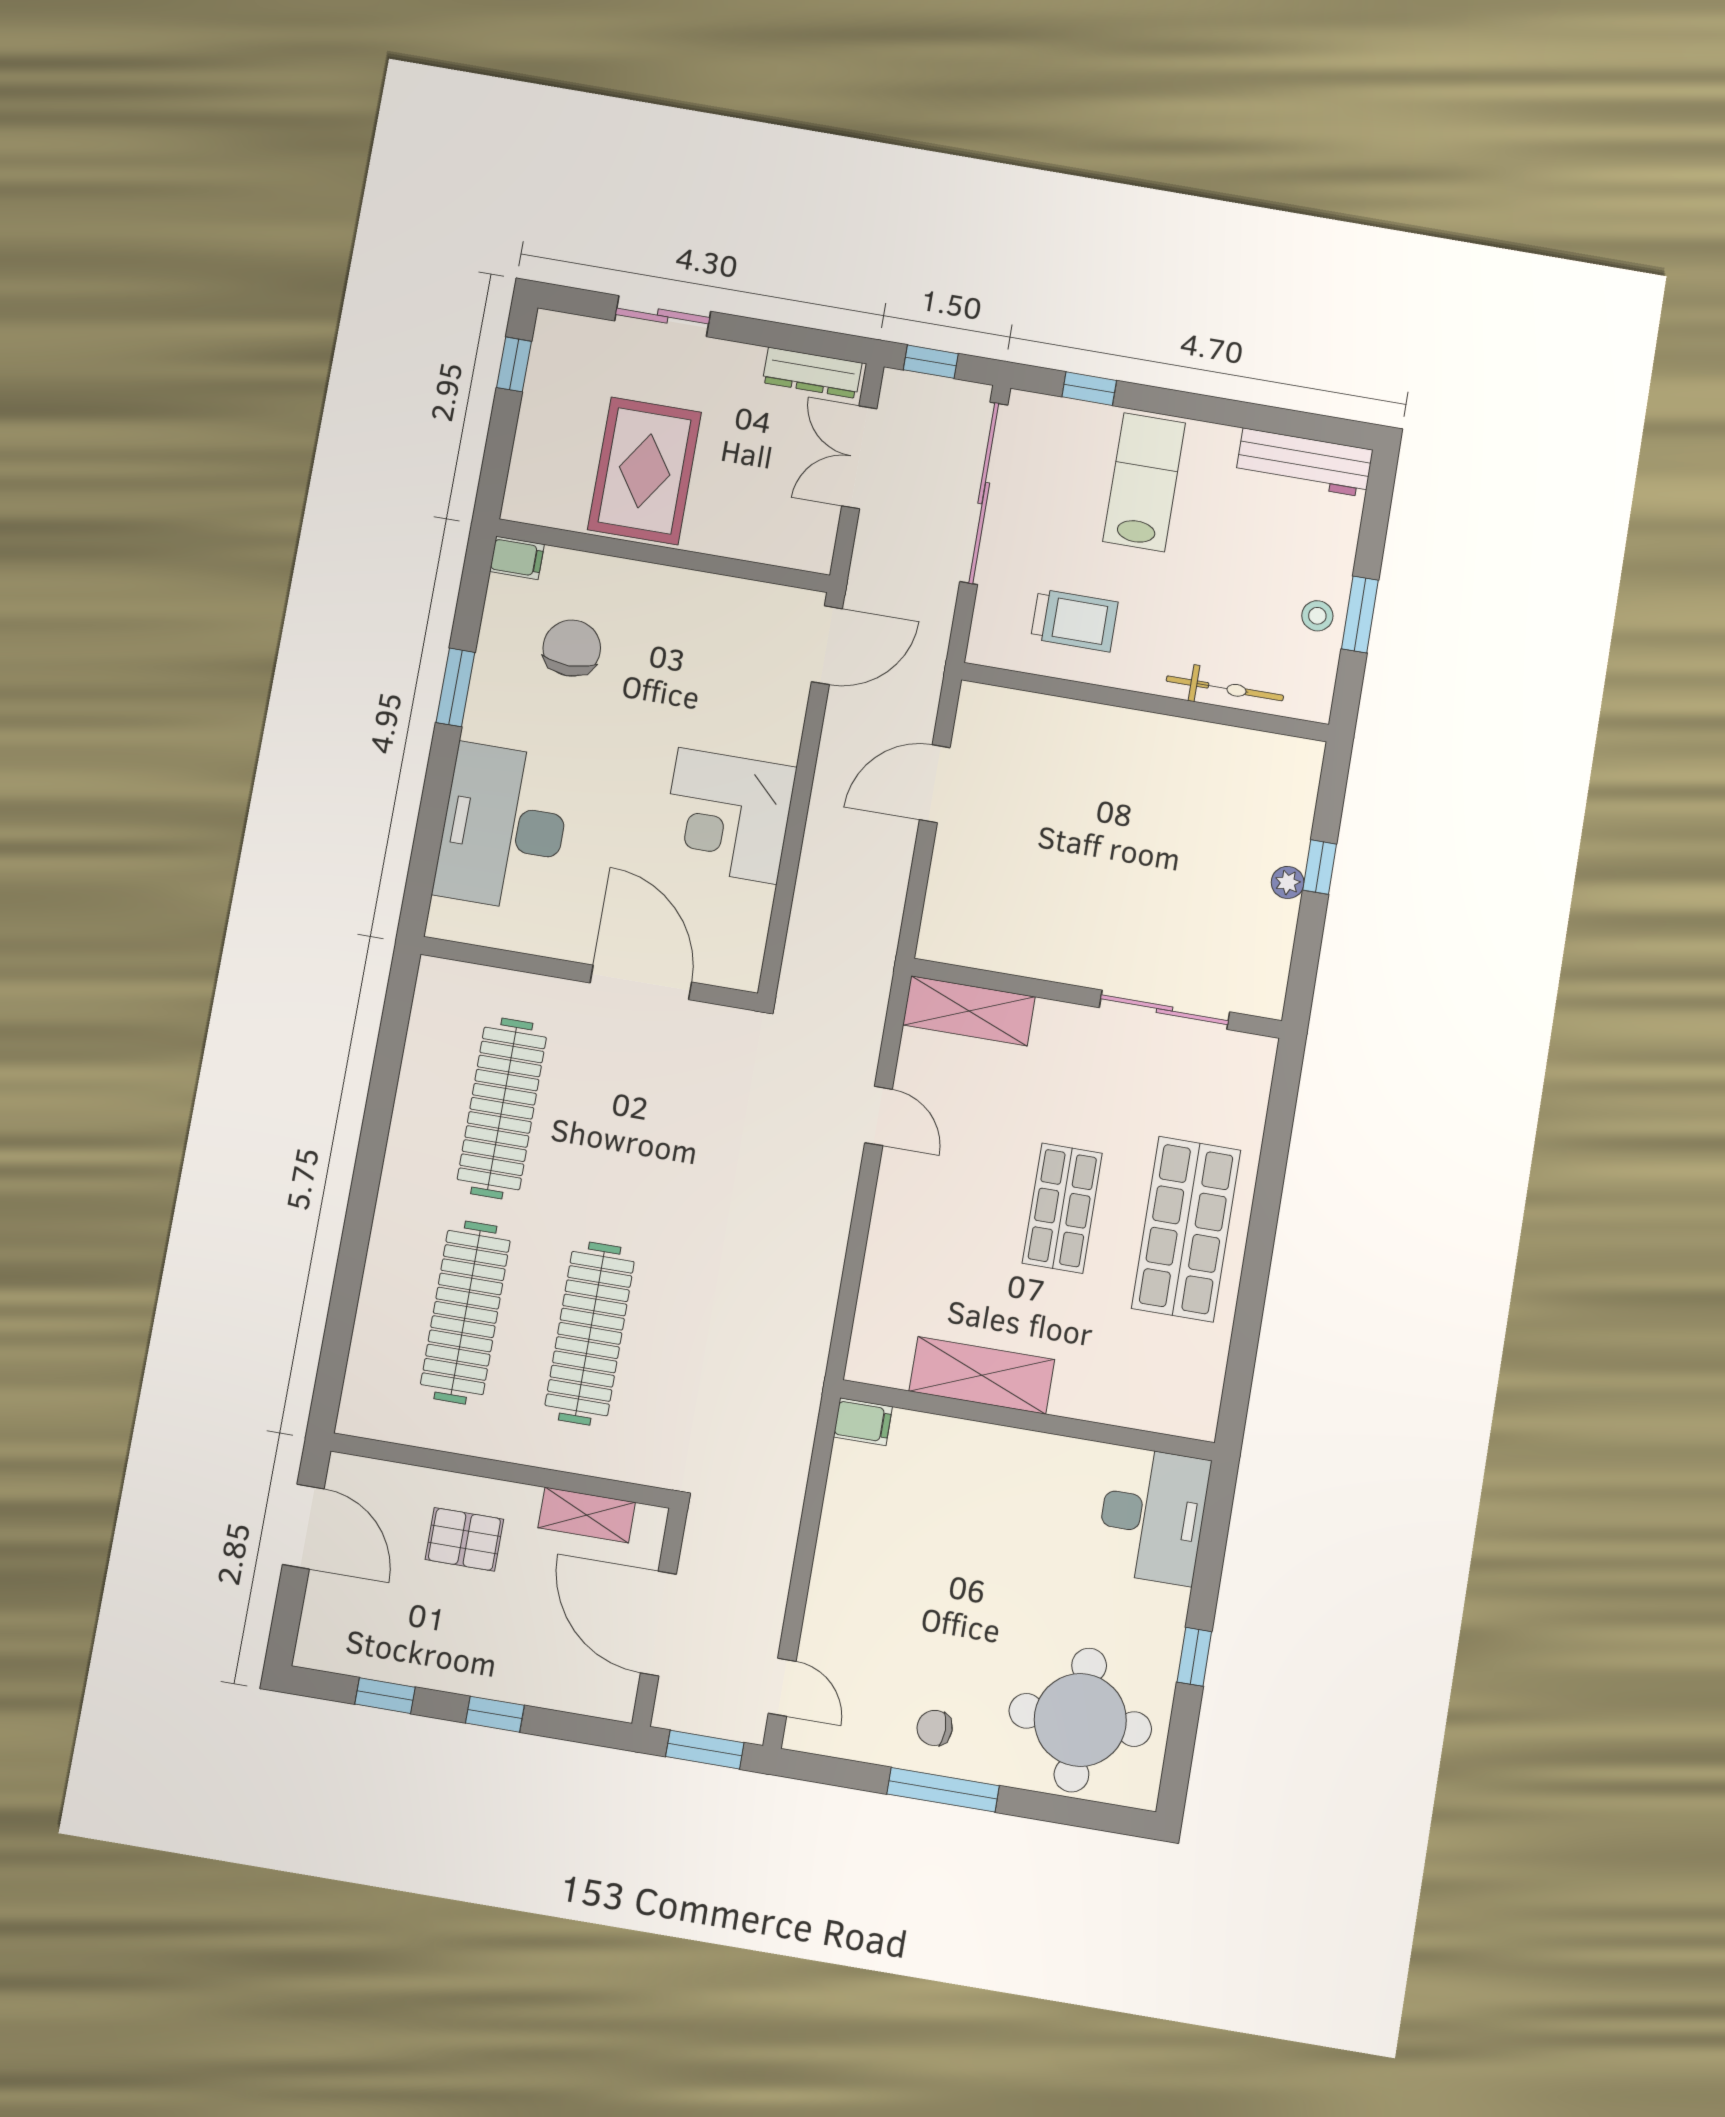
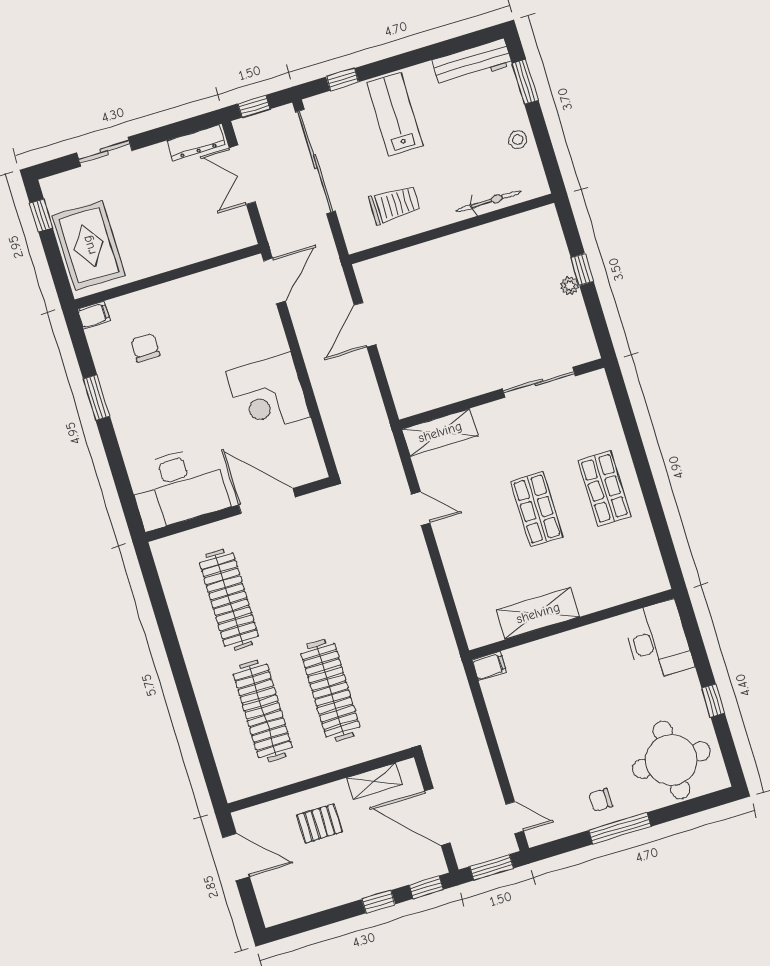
rug: (645, 471) -> (89, 245), moved
window: (1360, 614) -> (525, 82), moved
chair: (572, 648) -> (145, 348), width x0.73, depth x0.73
desk: (503, 827) -> (178, 488), moved, turned -90
shop shelf: (1186, 1229) -> (604, 488), width x0.70, depth x0.74
window: (385, 1696) -> (426, 887), moved

